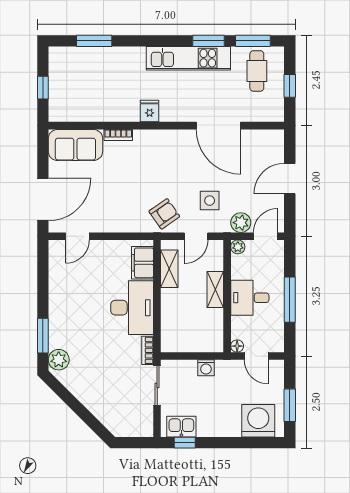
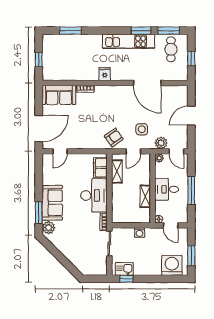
door: (266, 236) -> (176, 151), swing flipped
shelving: (215, 290) -> (145, 196), moved
sofa: (65, 320) -> (52, 203), added

